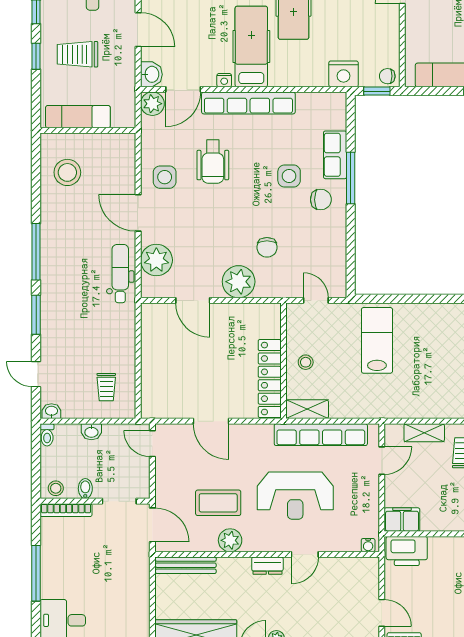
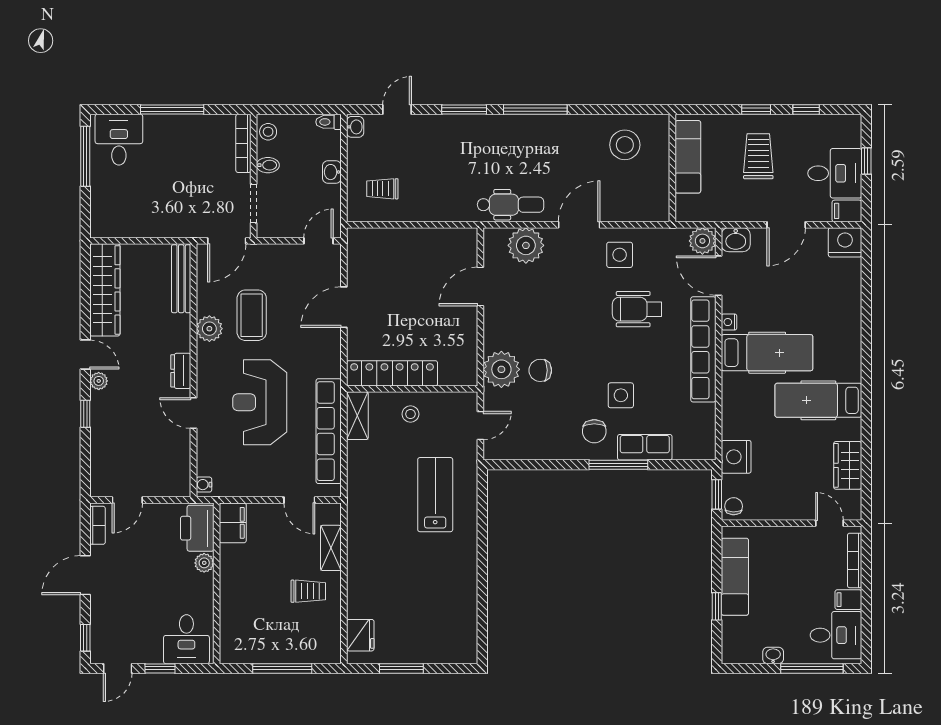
plant: (239, 282) -> (501, 369), moved
lab bench: (377, 340) -> (435, 495), turned -90
plant: (437, 545) -> (204, 563), added

